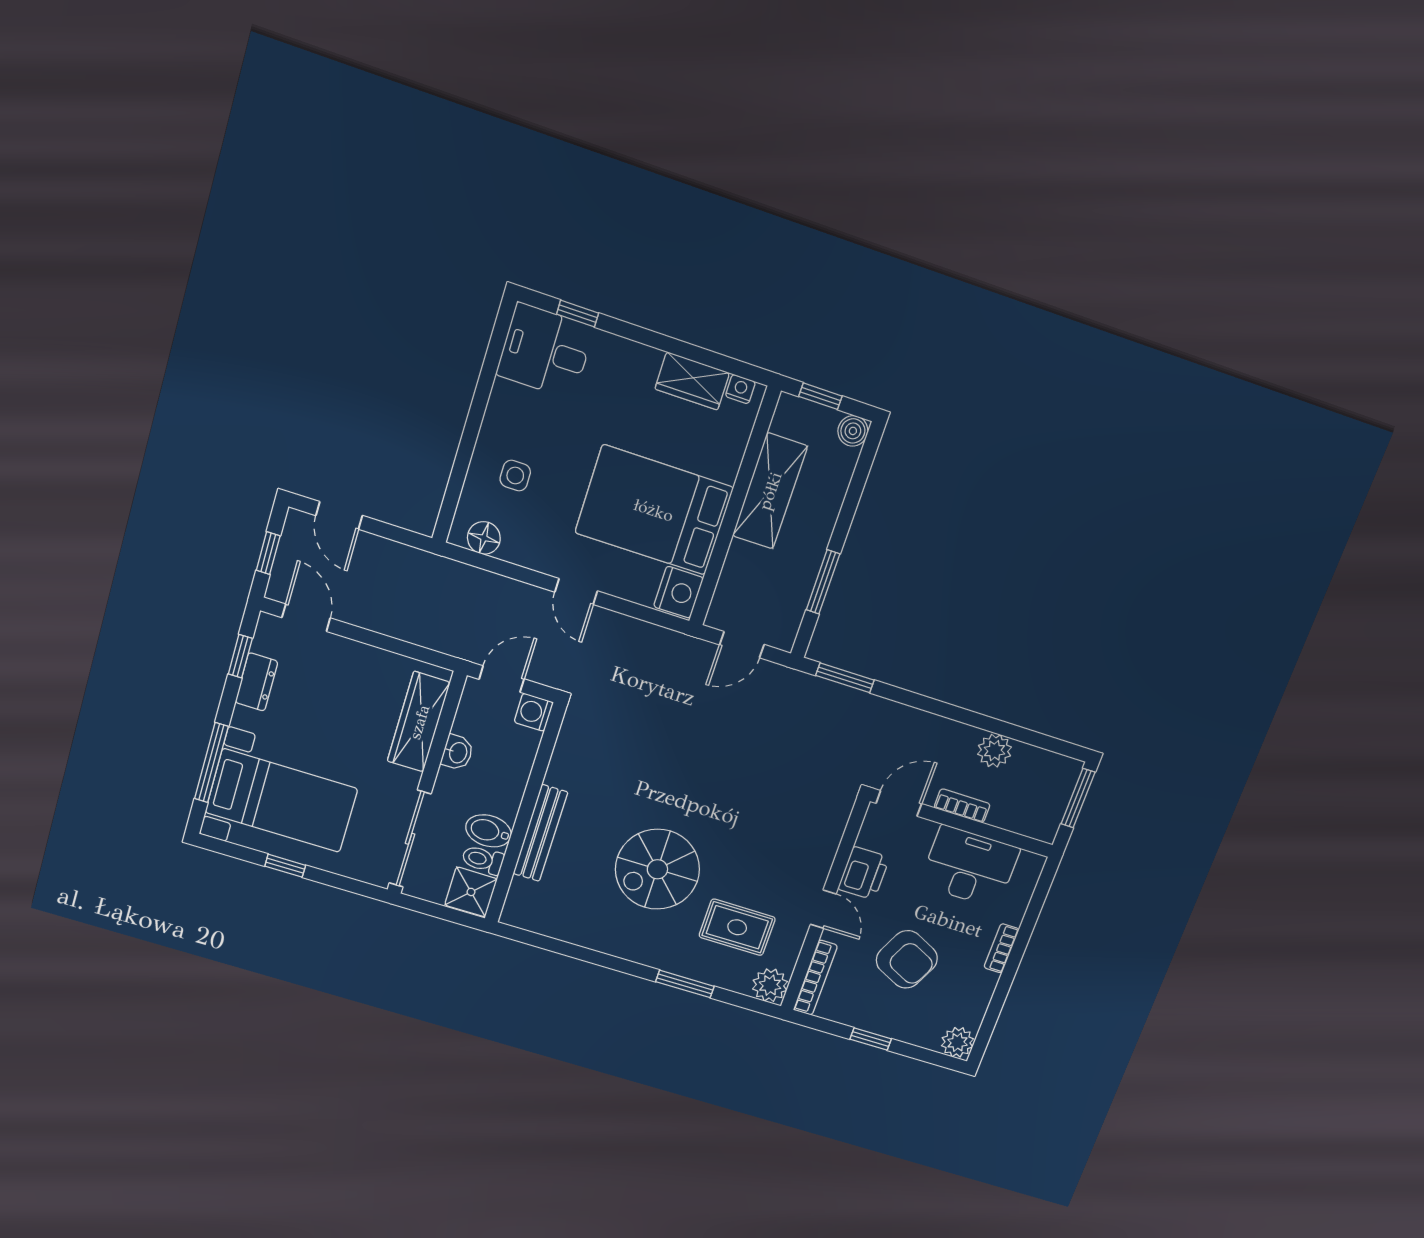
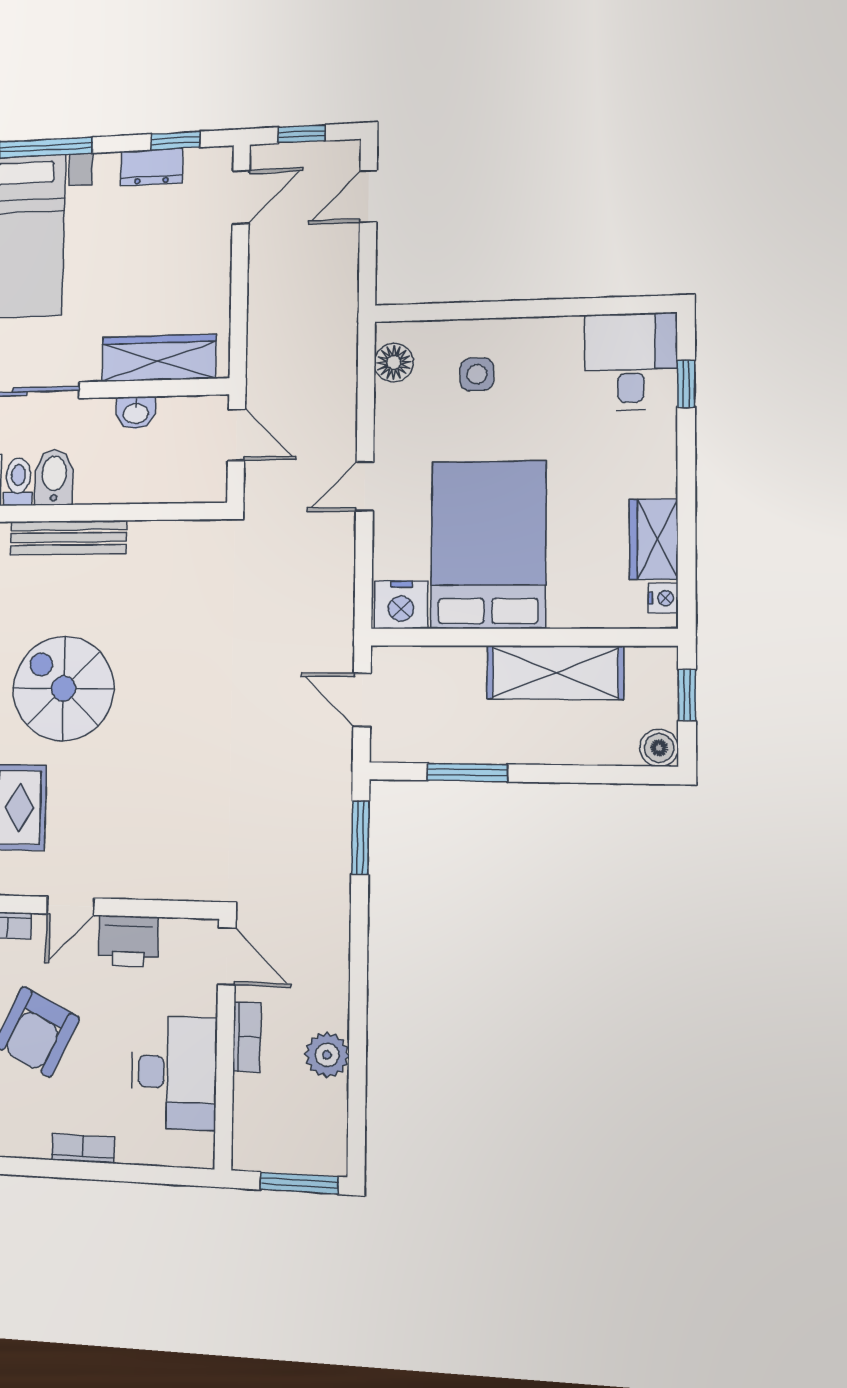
washing machine: (534, 712) -> (209, 484), removed

